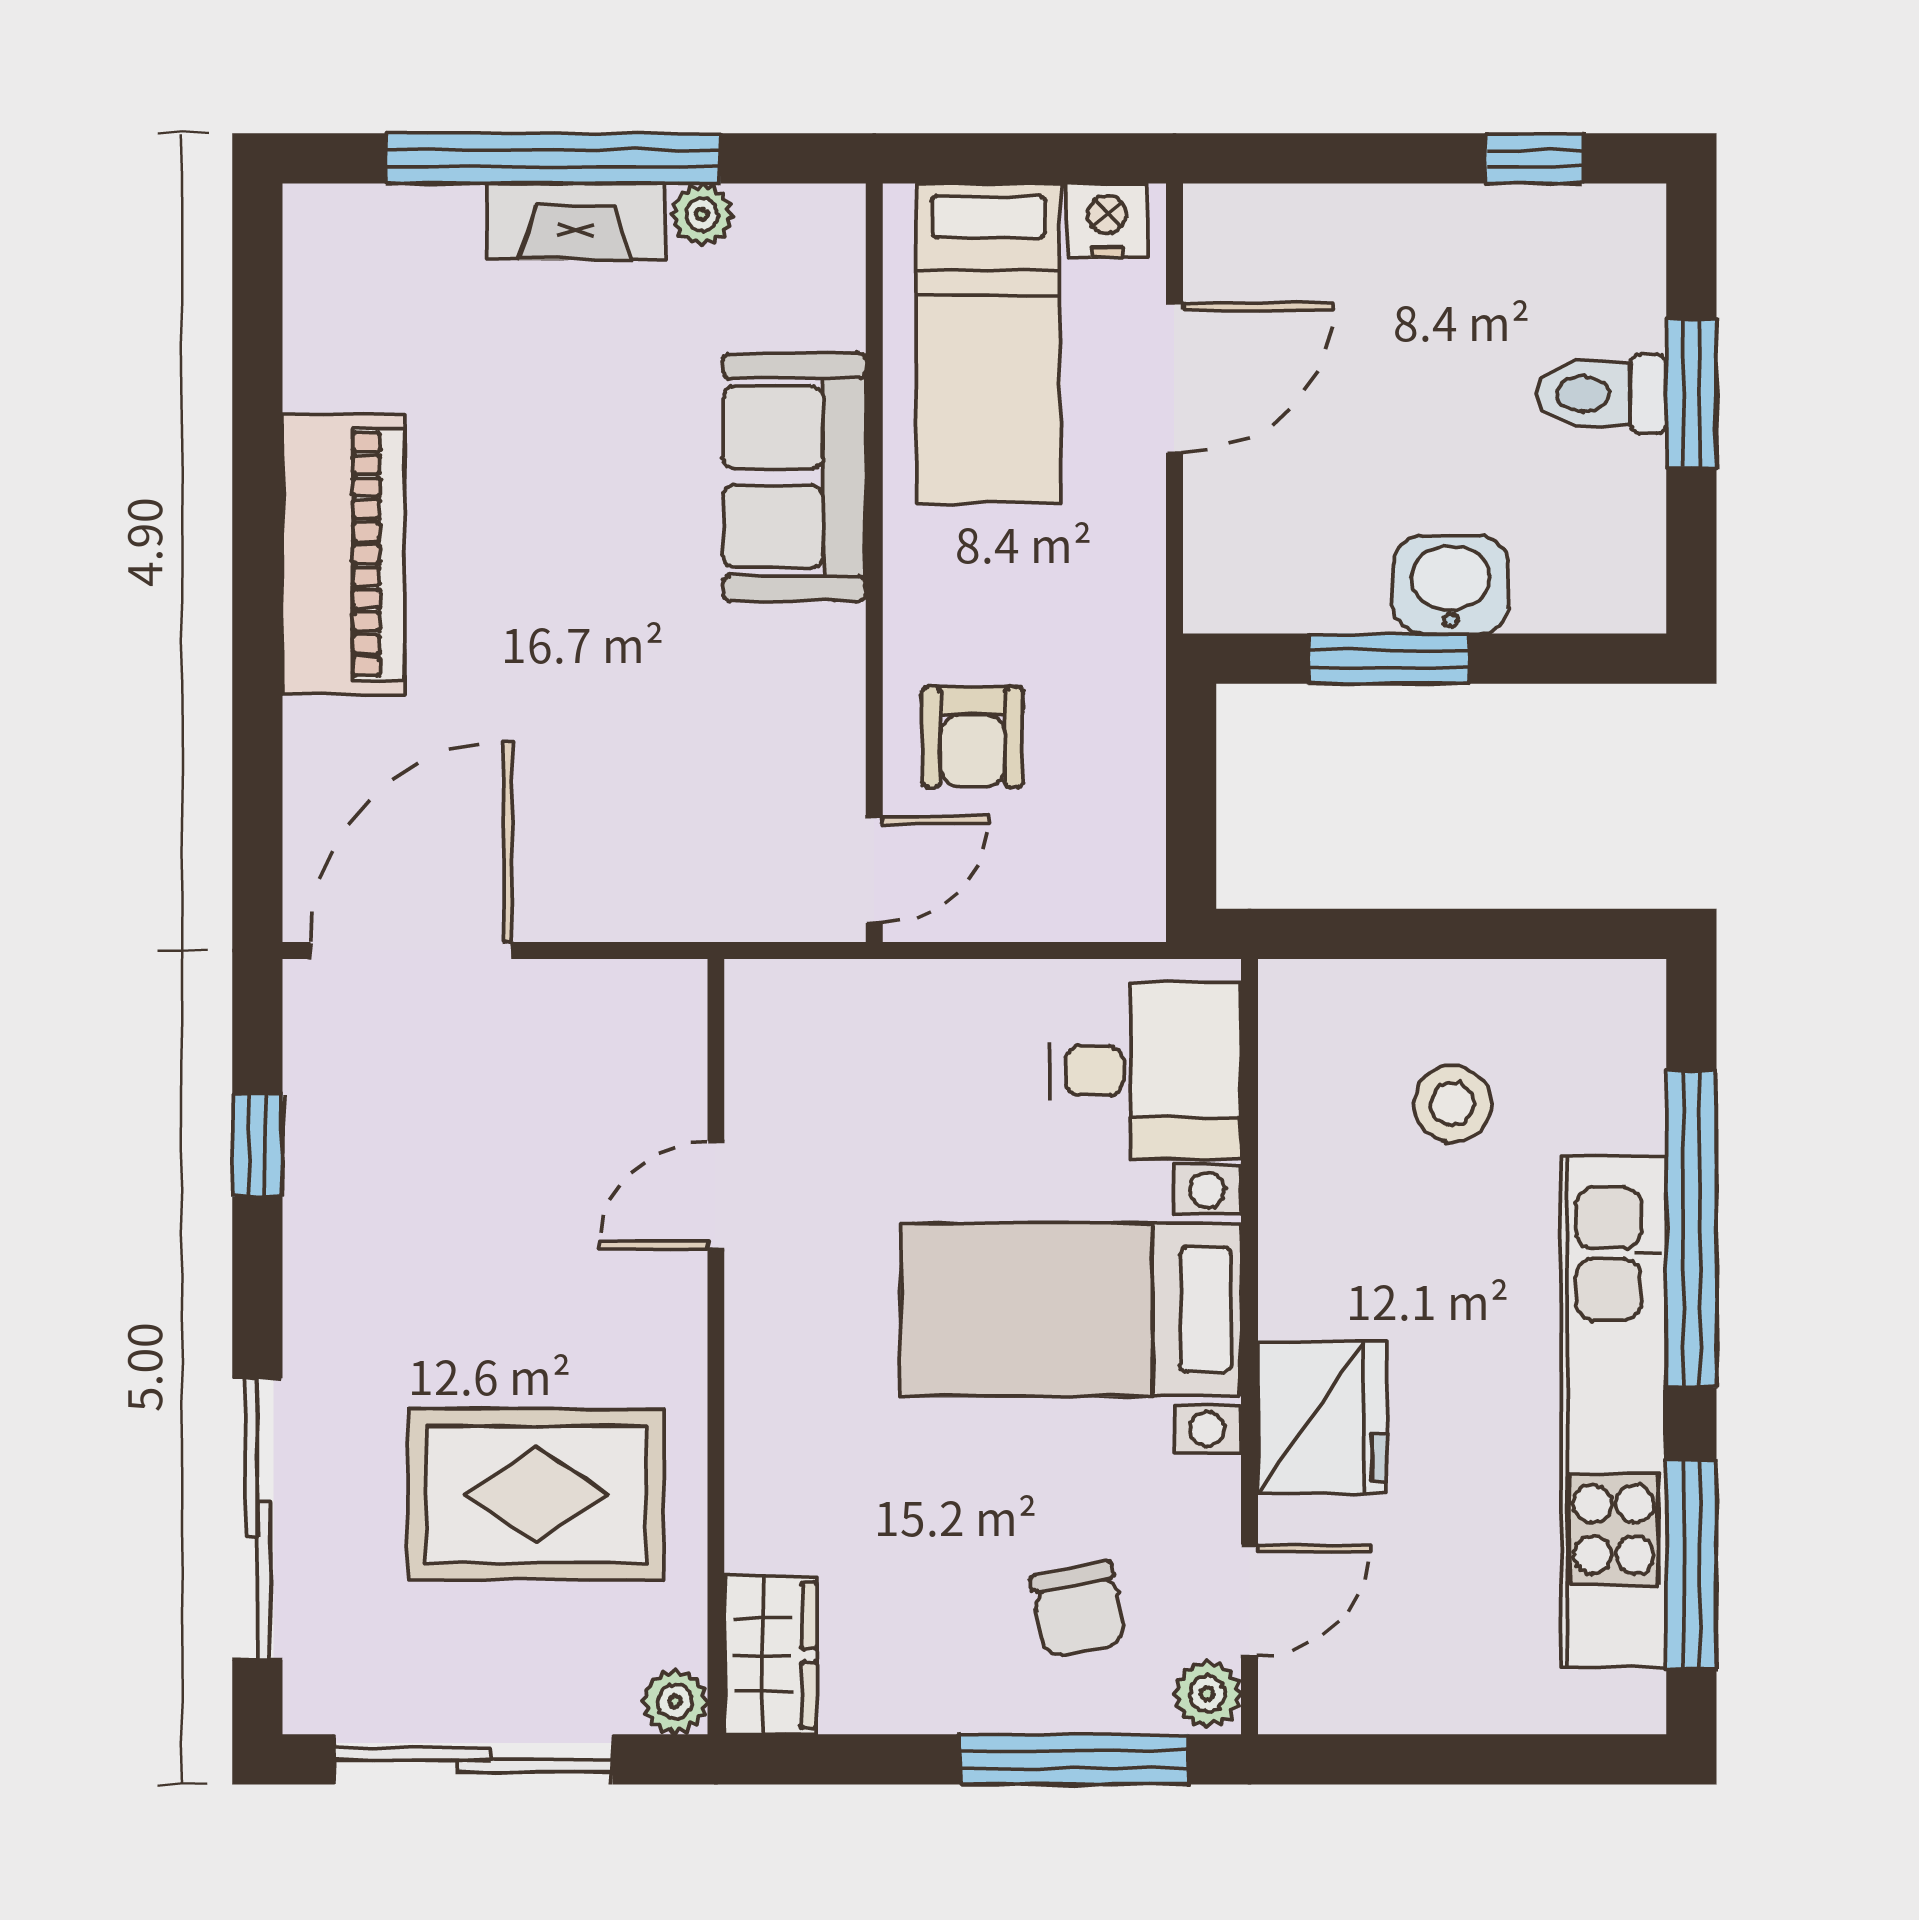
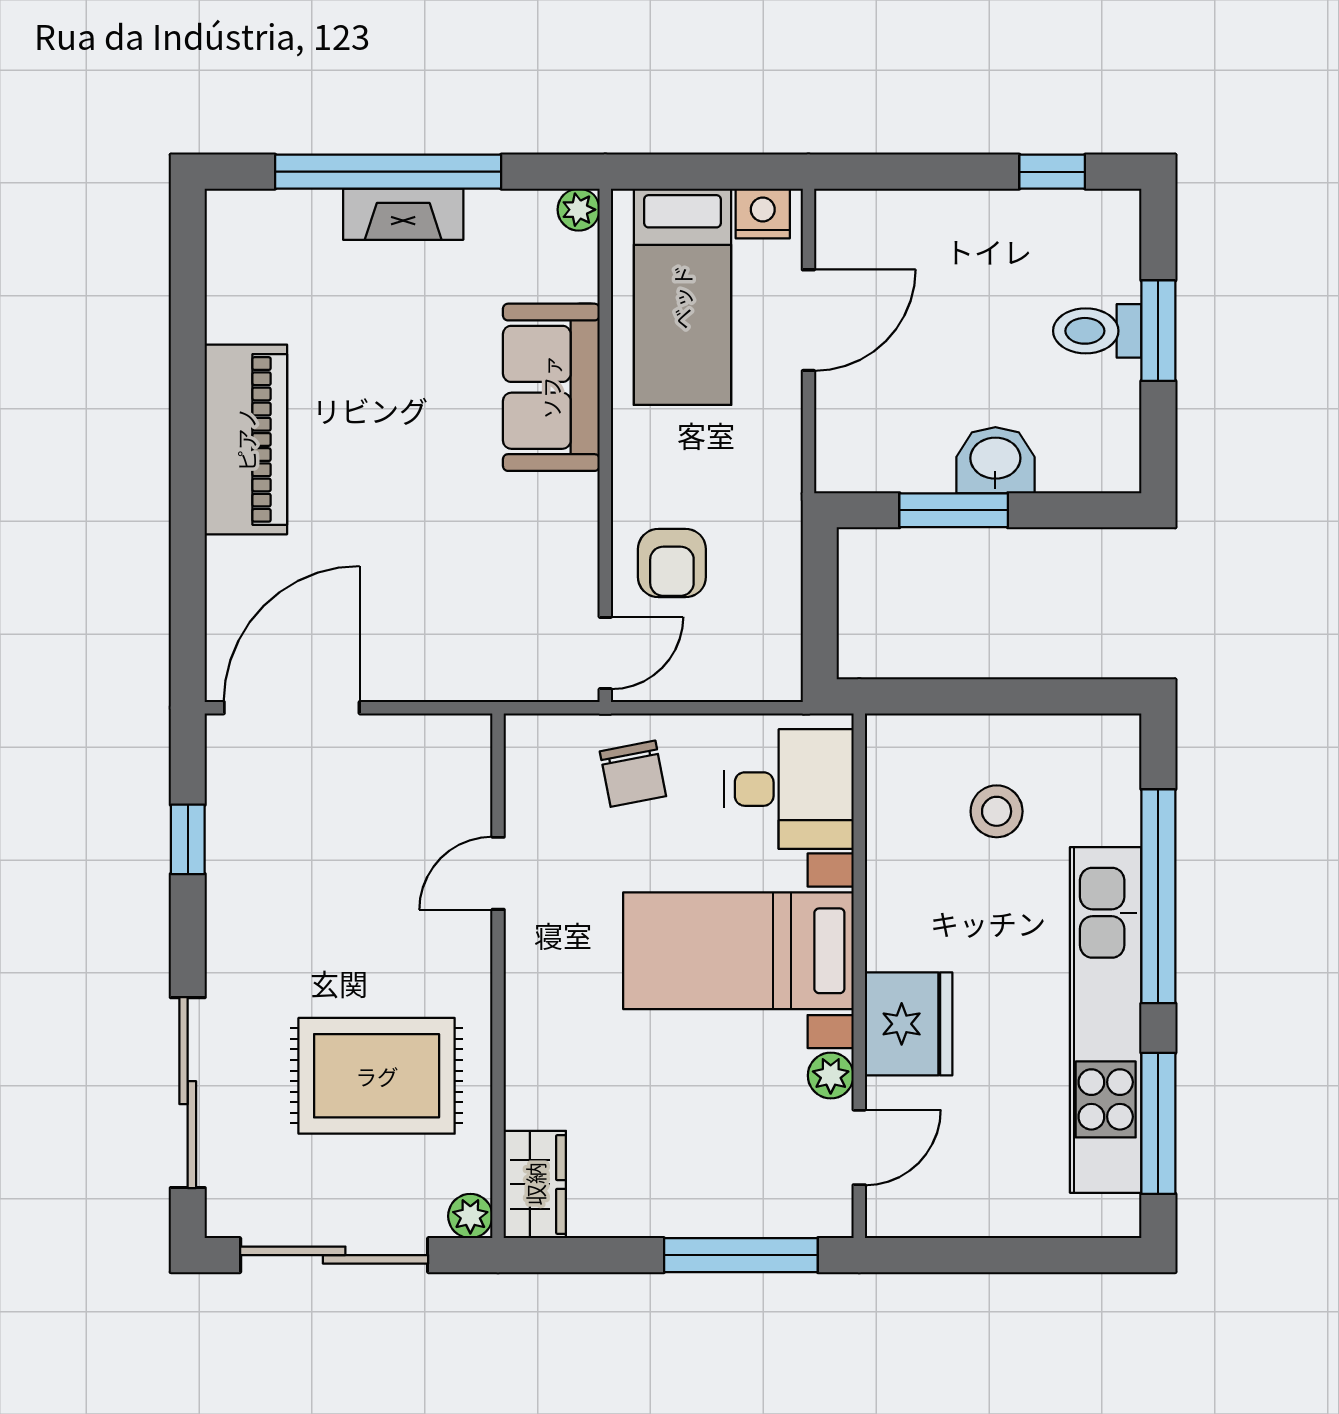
plant: (702, 214) -> (579, 210), moved
chair: (1078, 1609) -> (633, 774), moved
plant: (1207, 1694) -> (831, 1076), moved

